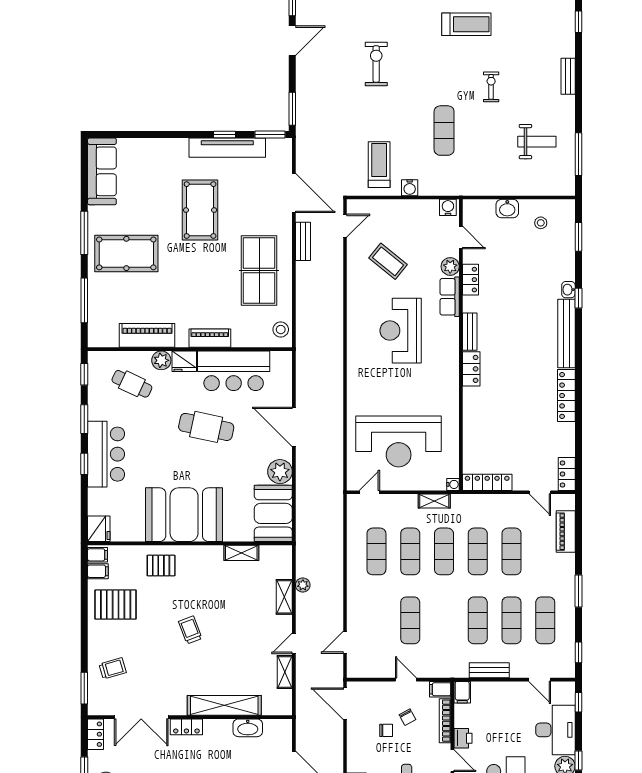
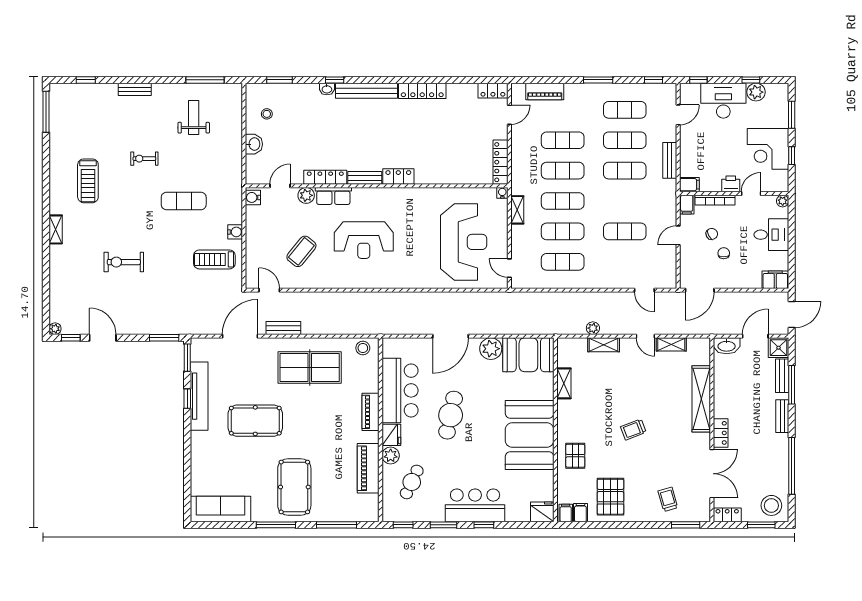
treadmill: (466, 24) -> (88, 181), turned 180
locker: (470, 280) -> (325, 177), width x1.53
washbasin: (248, 728) -> (727, 346), moved, turned 90

